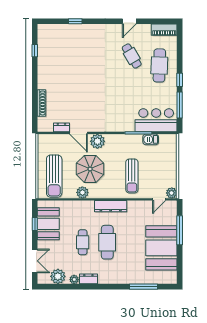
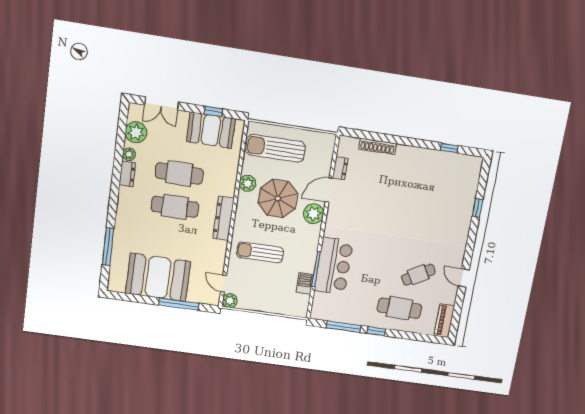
bar counter: (156, 120) -> (334, 266), moved
cafe table: (83, 242) -> (179, 174), width x1.37, depth x1.35

